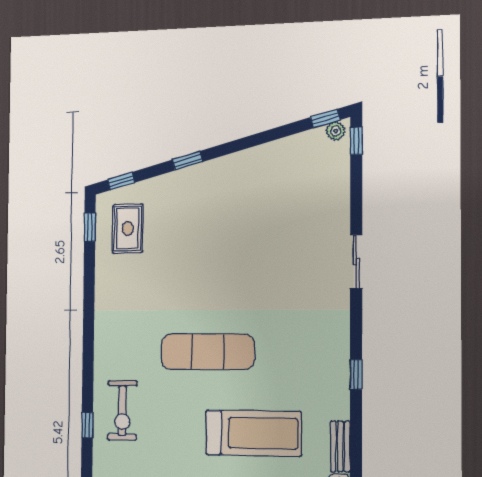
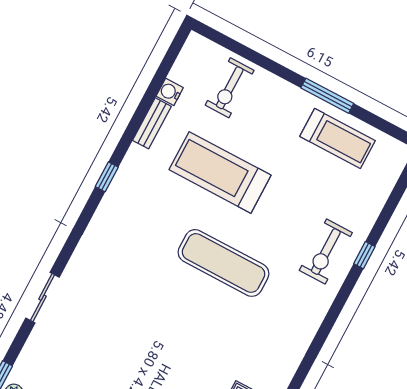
sliding door: (356, 262) -> (43, 298), moved
exercise bike: (122, 410) -> (326, 252), turned 180

